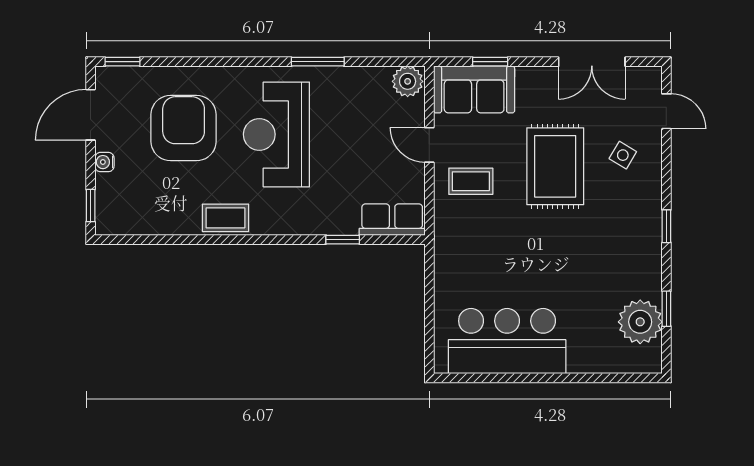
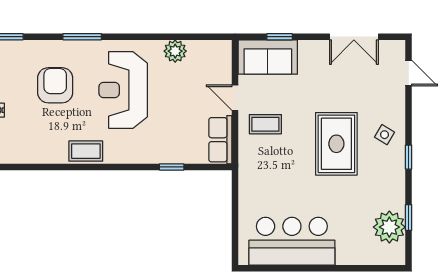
window: (318, 62) -> (82, 37), moved
plant: (408, 81) -> (175, 51), moved
armchair: (184, 128) -> (55, 85), width x0.73, depth x0.73
side table: (623, 155) -> (384, 135), moved
rug: (555, 166) -> (336, 144), moved
row of seats: (392, 220) -> (220, 140), moved, turned -90

